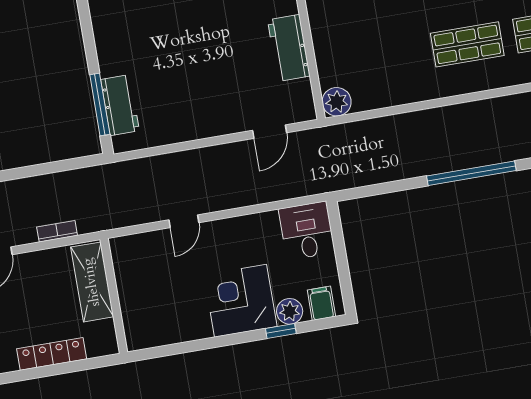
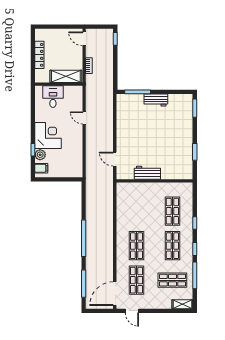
plant: (337, 102) -> (122, 188), removed
workbench: (120, 105) -> (156, 100), moved
desk: (307, 231) -> (53, 97), moved, turned -90

